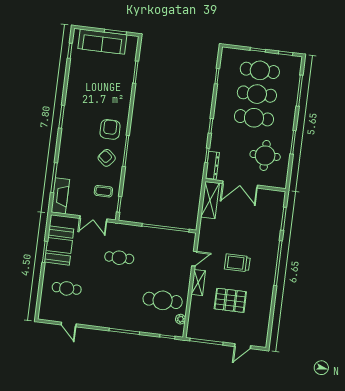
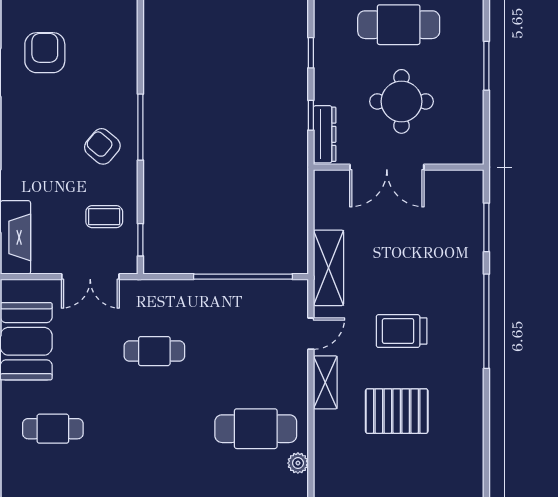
armchair: (110, 129) -> (45, 53), moved
round table: (265, 155) -> (401, 101), moved
shelving: (210, 200) -> (328, 268), moved

